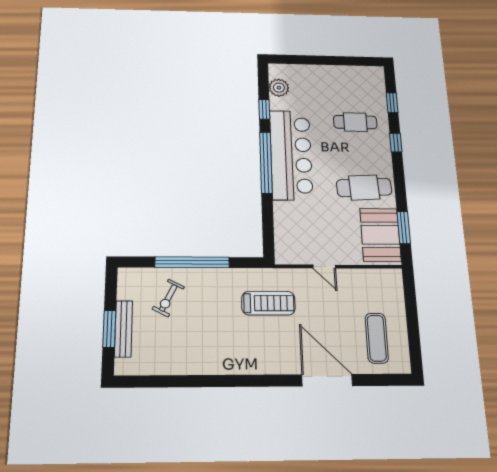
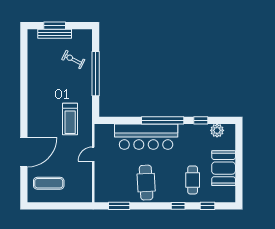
bar counter: (291, 155) -> (146, 137), moved
booth: (380, 235) -> (224, 168), moved, turned 90

